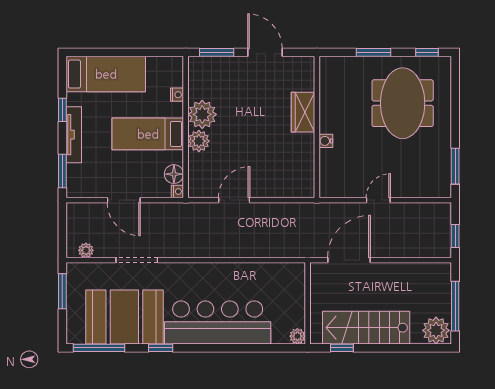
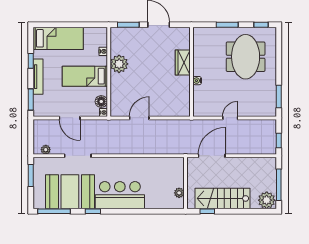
plant: (199, 141) -> (117, 81), removed
bar counter: (218, 322) -> (120, 195), width x0.73
plant: (297, 336) -> (179, 193), moved

